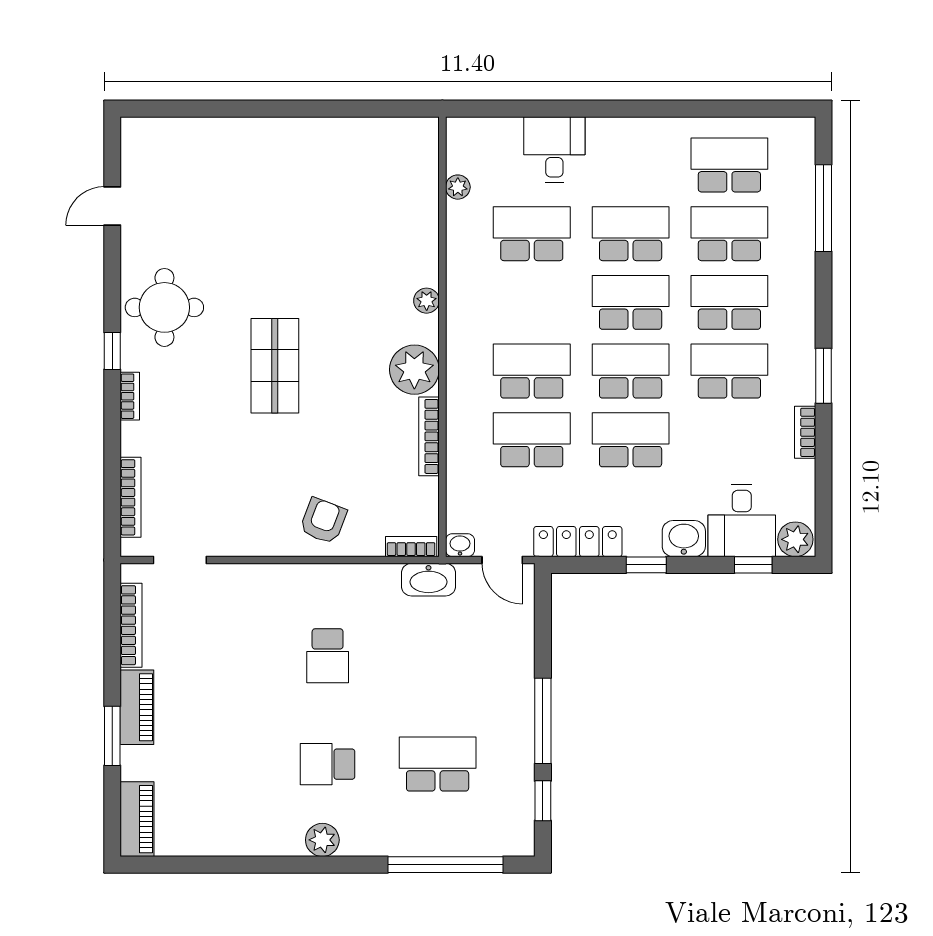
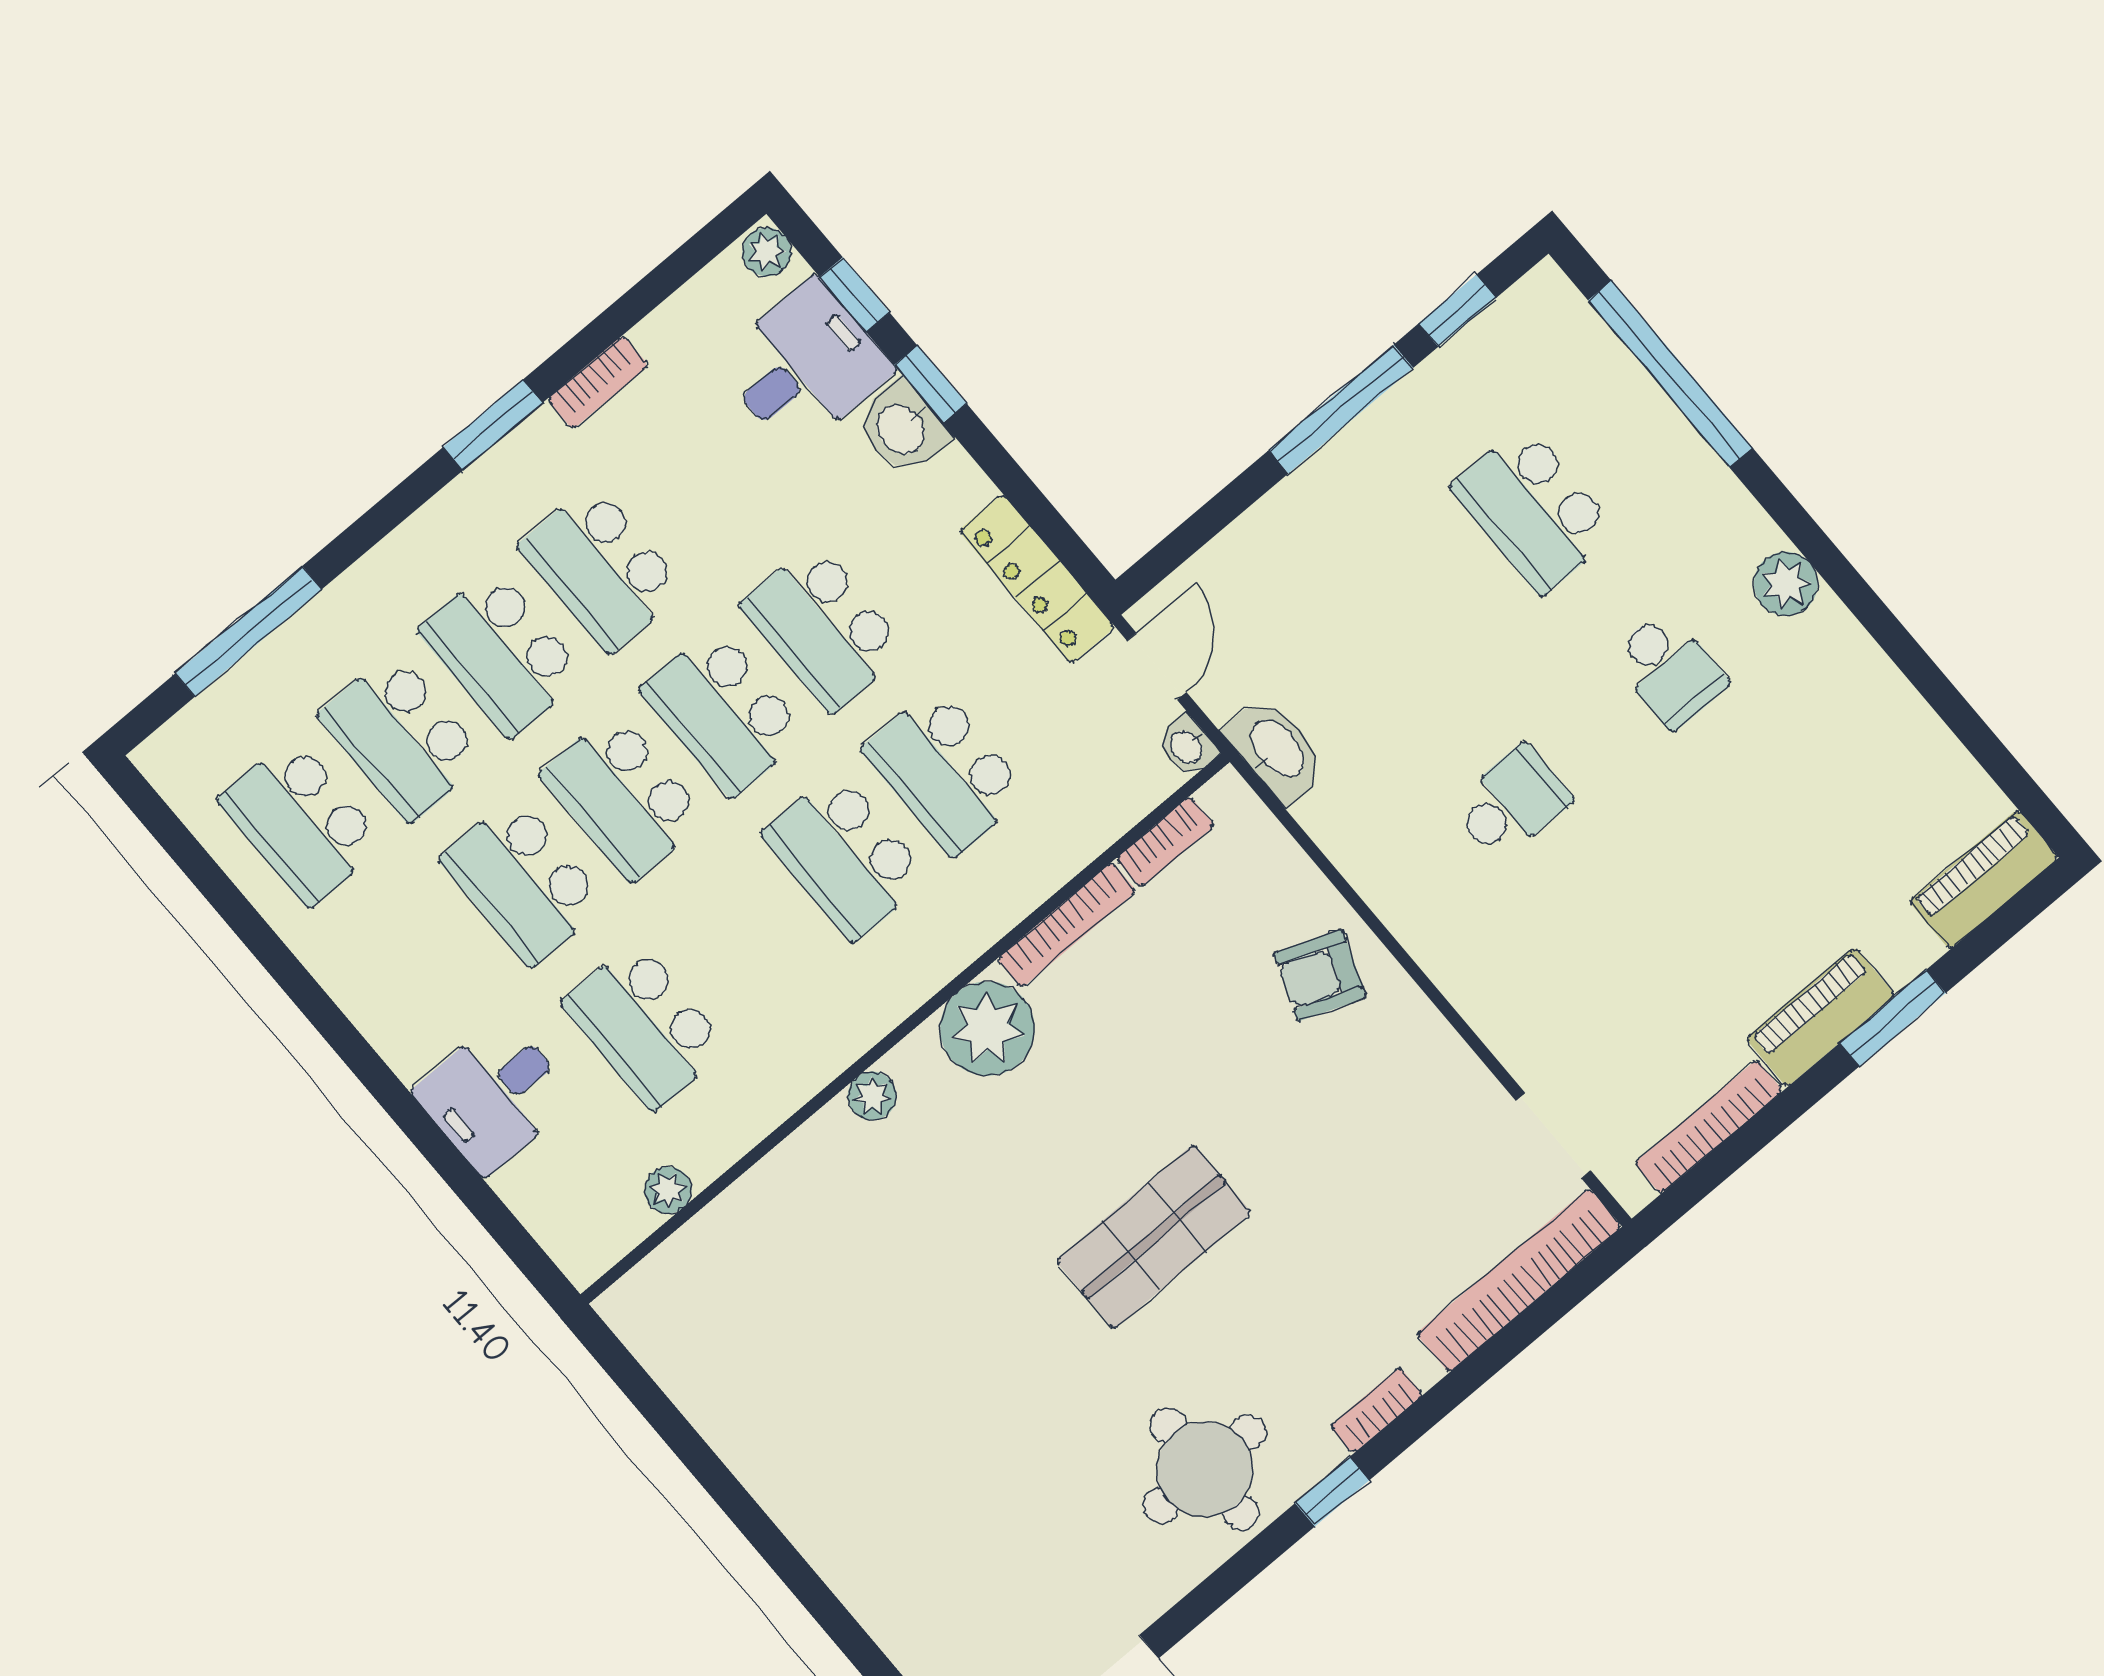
bookcase: (130, 497) -> (1519, 1280), width x1.48, depth x1.31
plant: (795, 539) -> (767, 252), width x0.73, depth x0.73
bookcase: (411, 547) -> (1165, 842), moved, turned -90
window: (646, 565) -> (930, 384), moved

